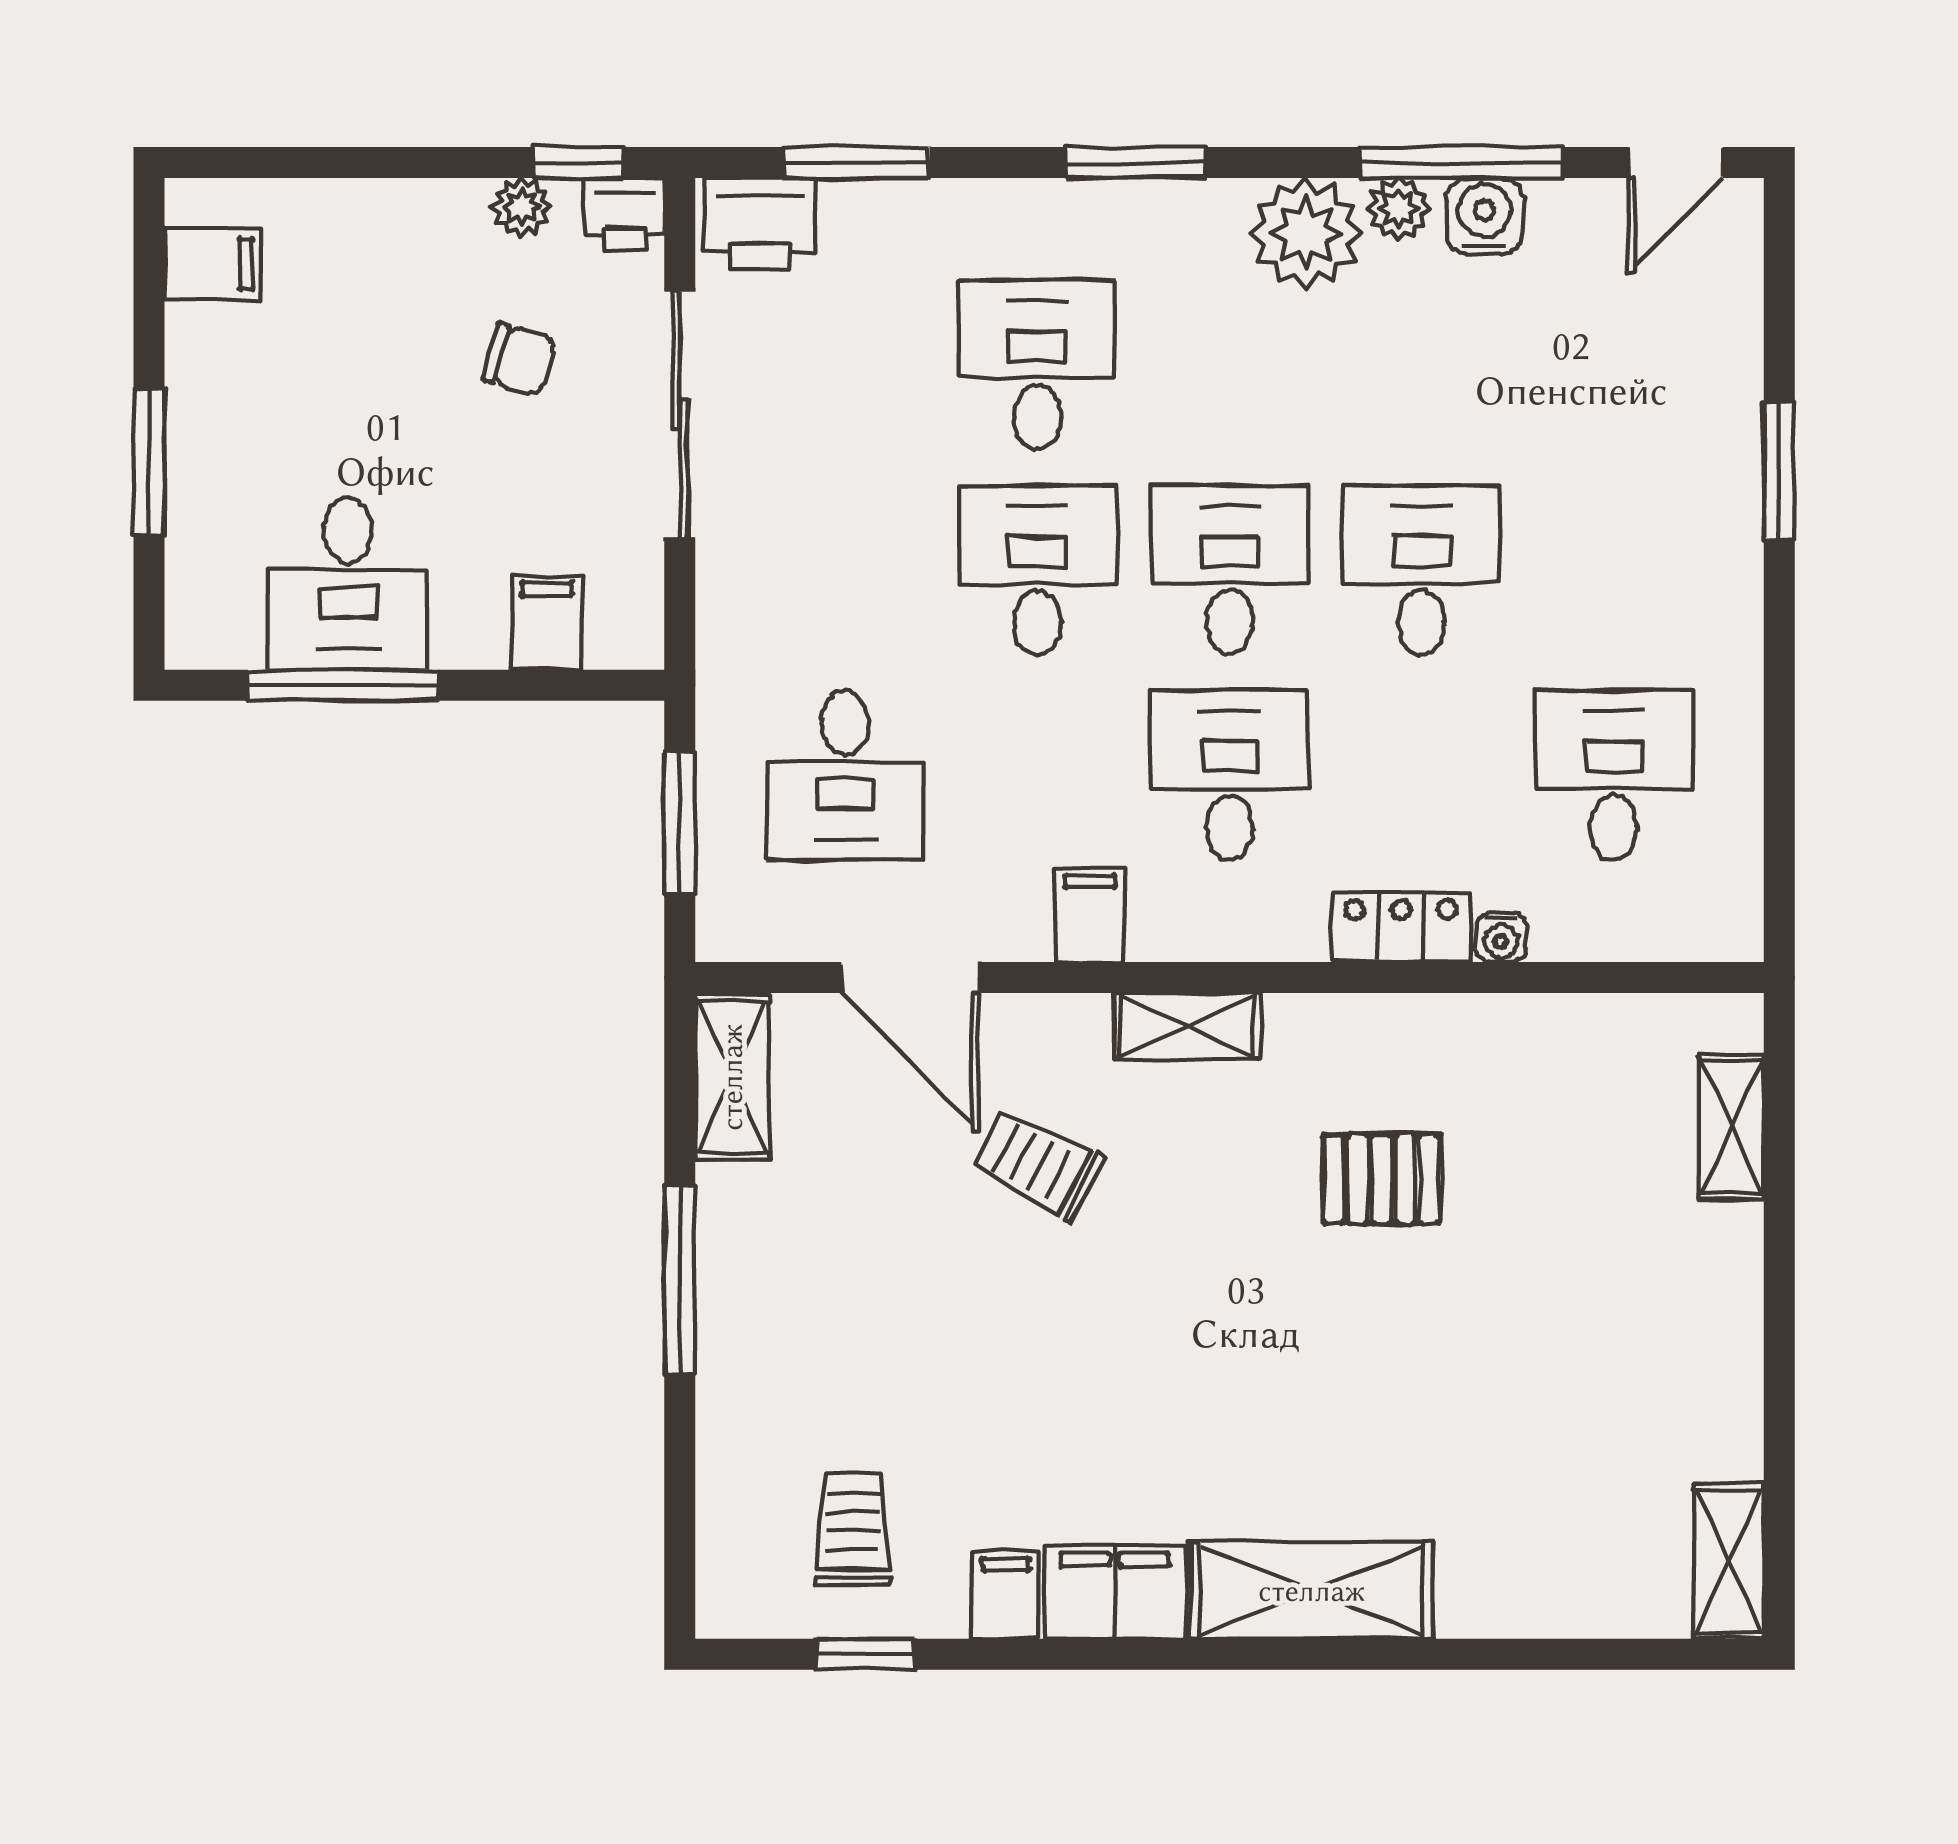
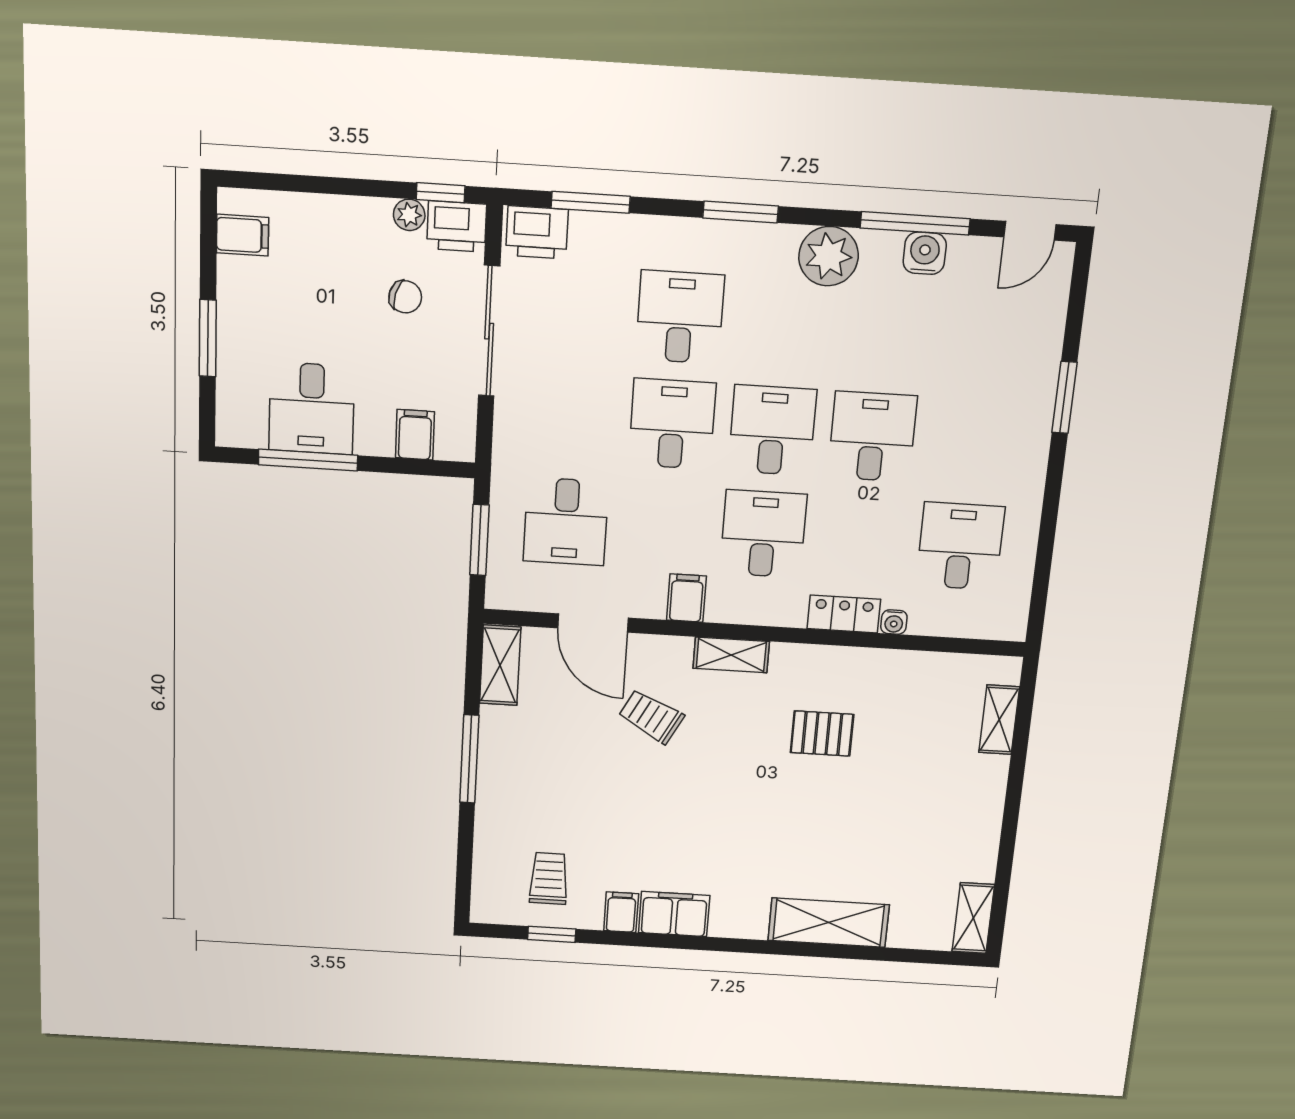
plant: (1398, 209) -> (879, 246), removed
printer: (625, 214) -> (457, 226), width x1.36, depth x1.24
shelving: (1312, 1591) -> (829, 923), moved

